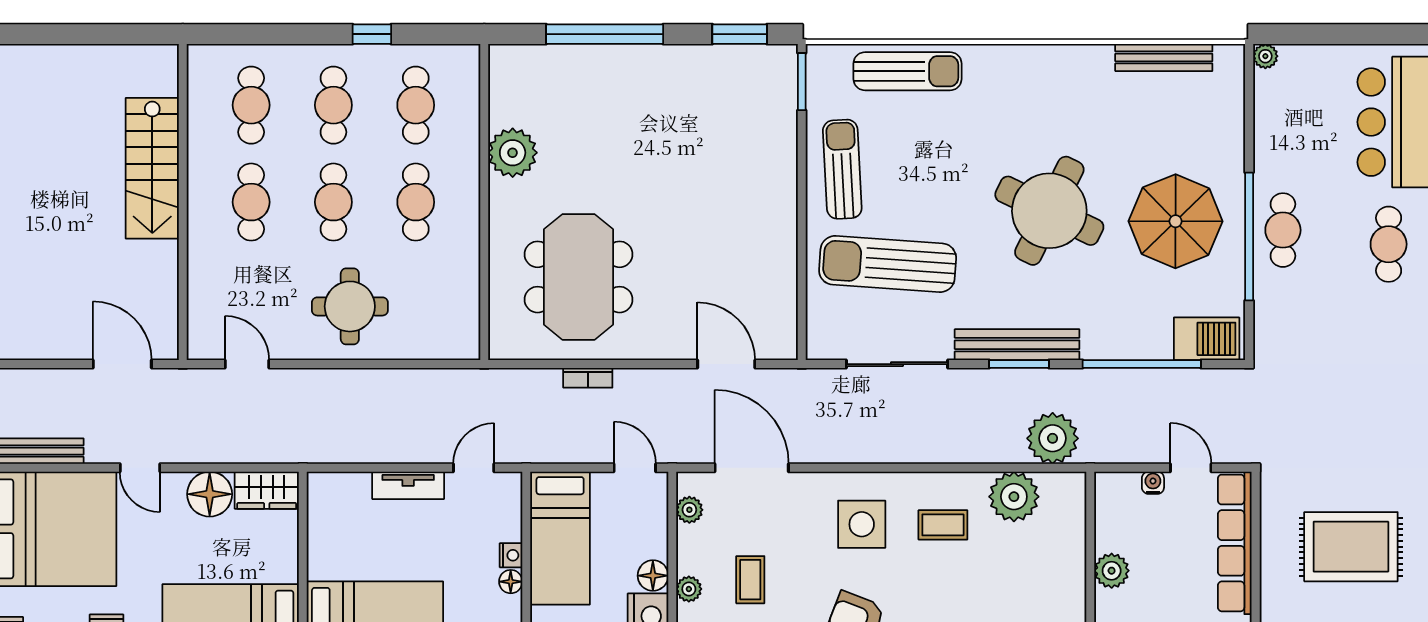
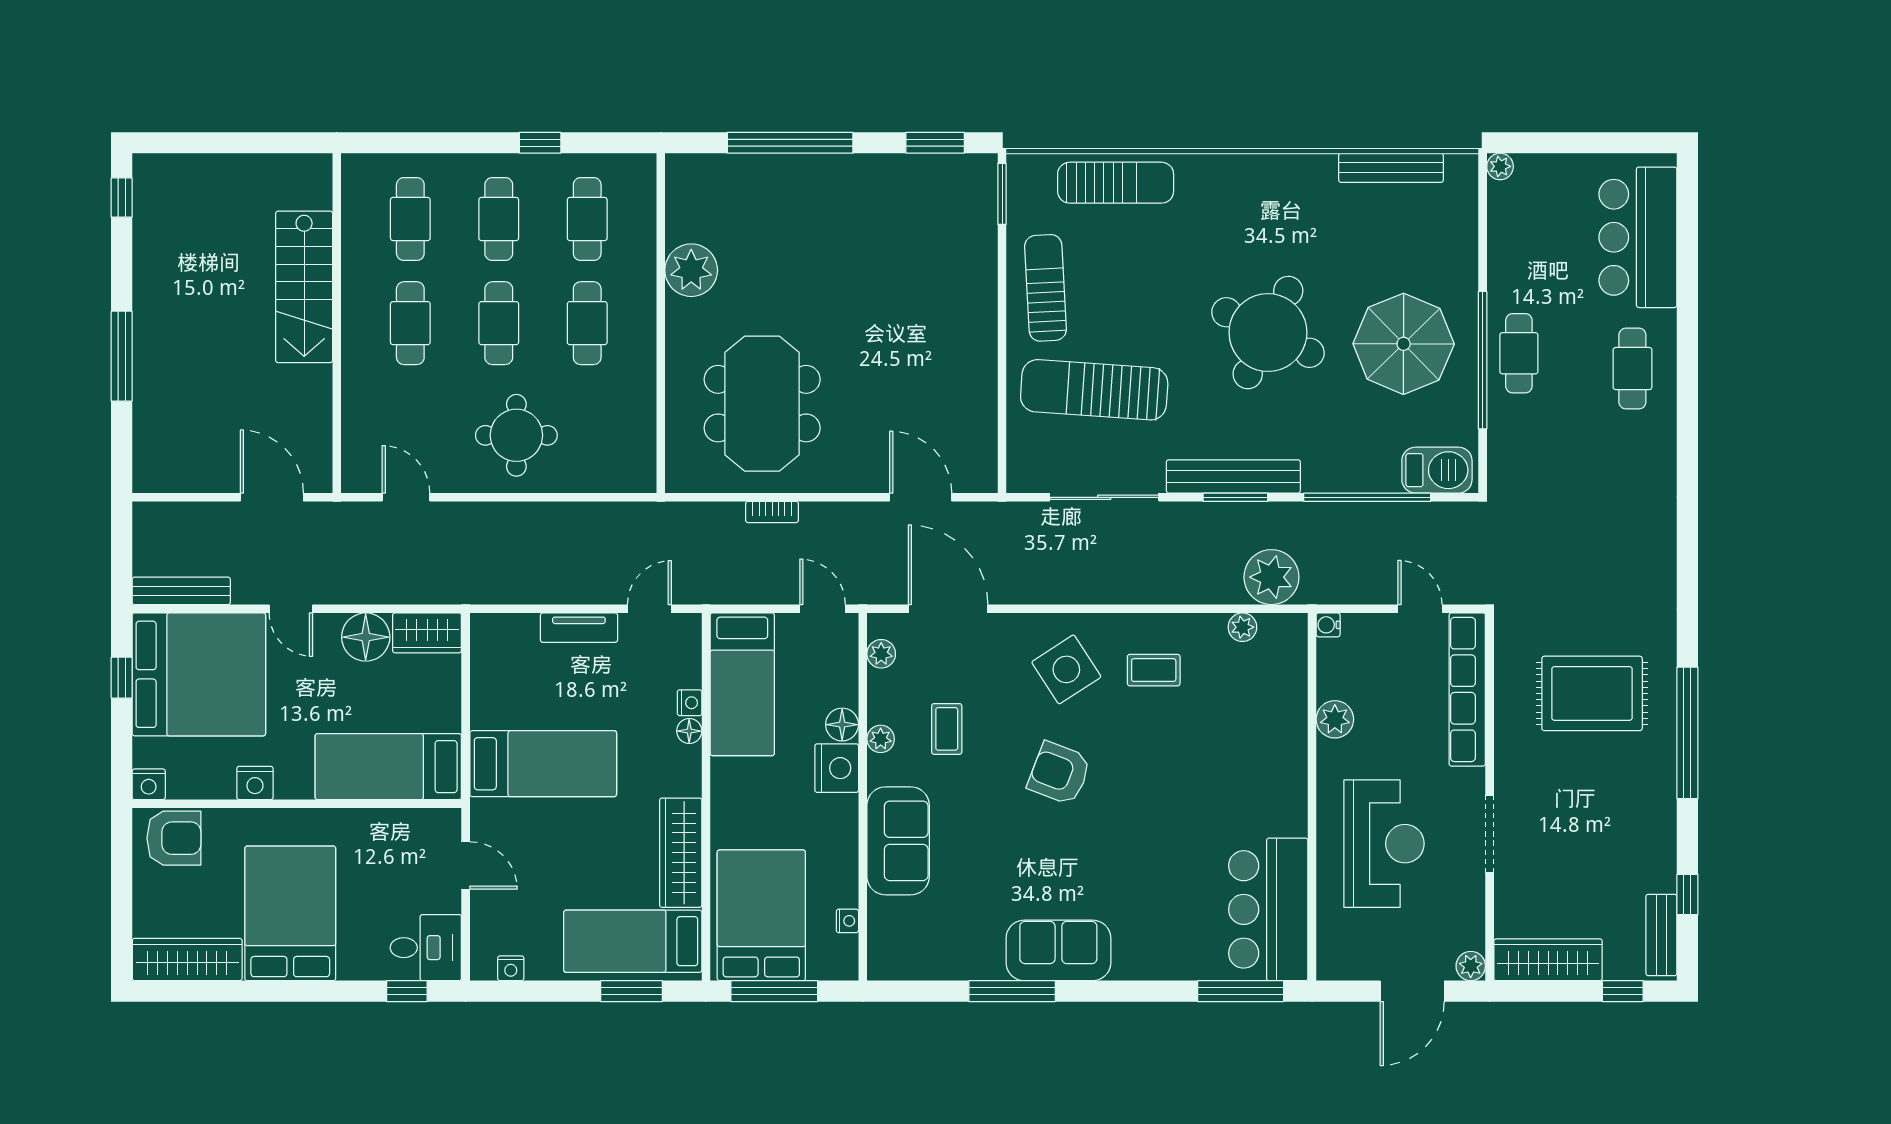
water cooler: (1153, 483) -> (1328, 625), moved, turned -90
plant: (1014, 497) -> (1242, 627), width x0.53, depth x0.53
side table: (862, 524) -> (1066, 669), turned -33

